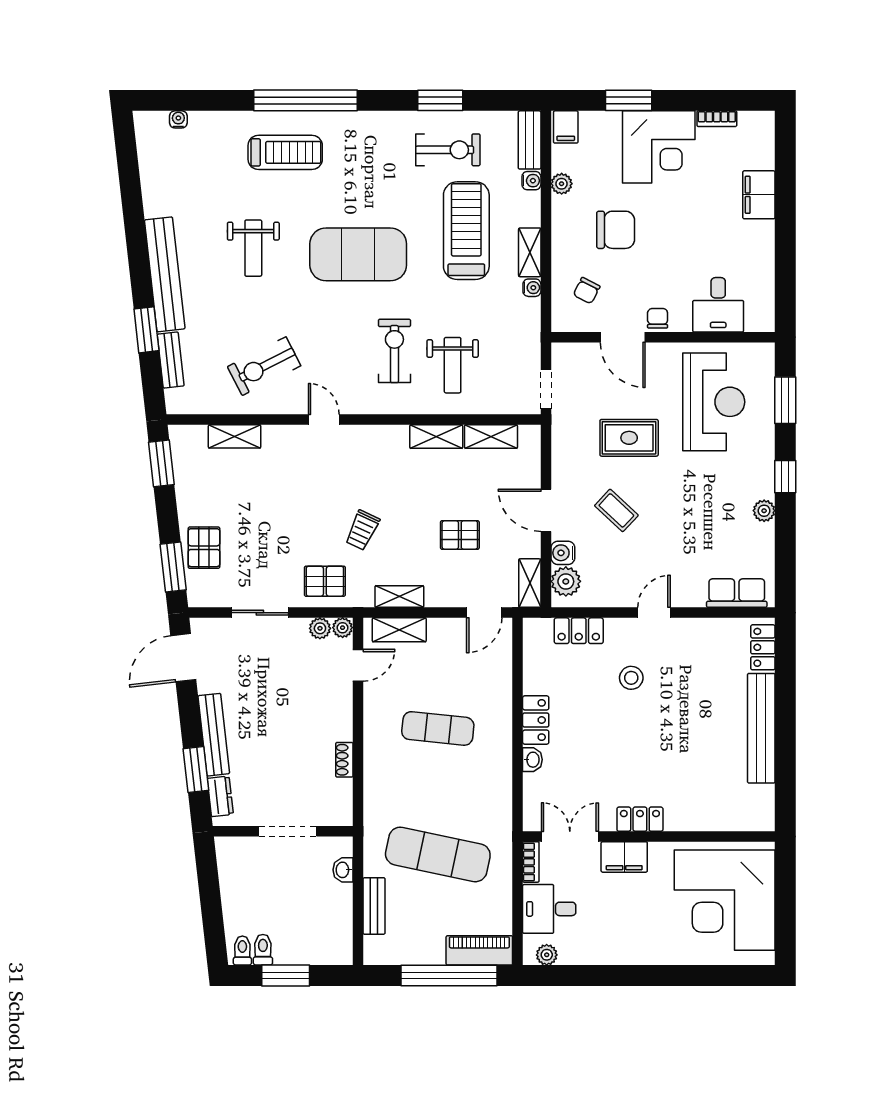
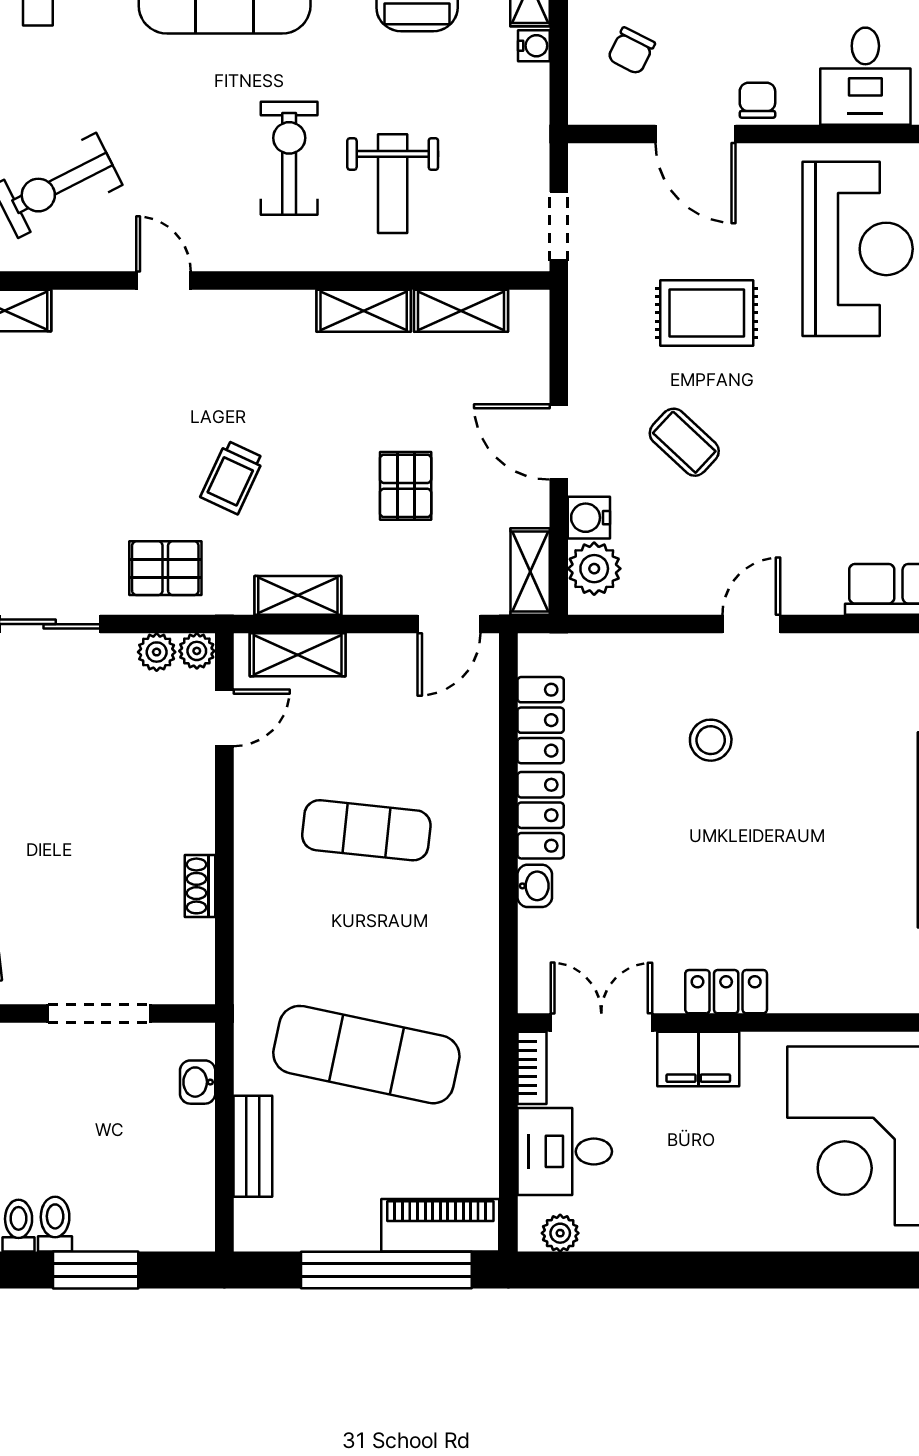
pallet: (460, 535) -> (406, 486), turned 90
locker: (579, 631) -> (541, 720), moved, turned -90

